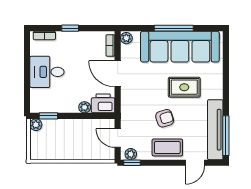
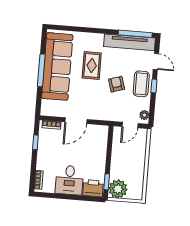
window: (70, 28) -> (35, 142), moved
plant: (126, 38) -> (46, 111), removed
printer: (103, 103) -> (93, 188), moved, turned 90
plant: (85, 107) -> (102, 151), removed
plant: (36, 125) -> (118, 189), width x1.88, depth x1.88
window: (132, 163) -> (154, 86), moved

